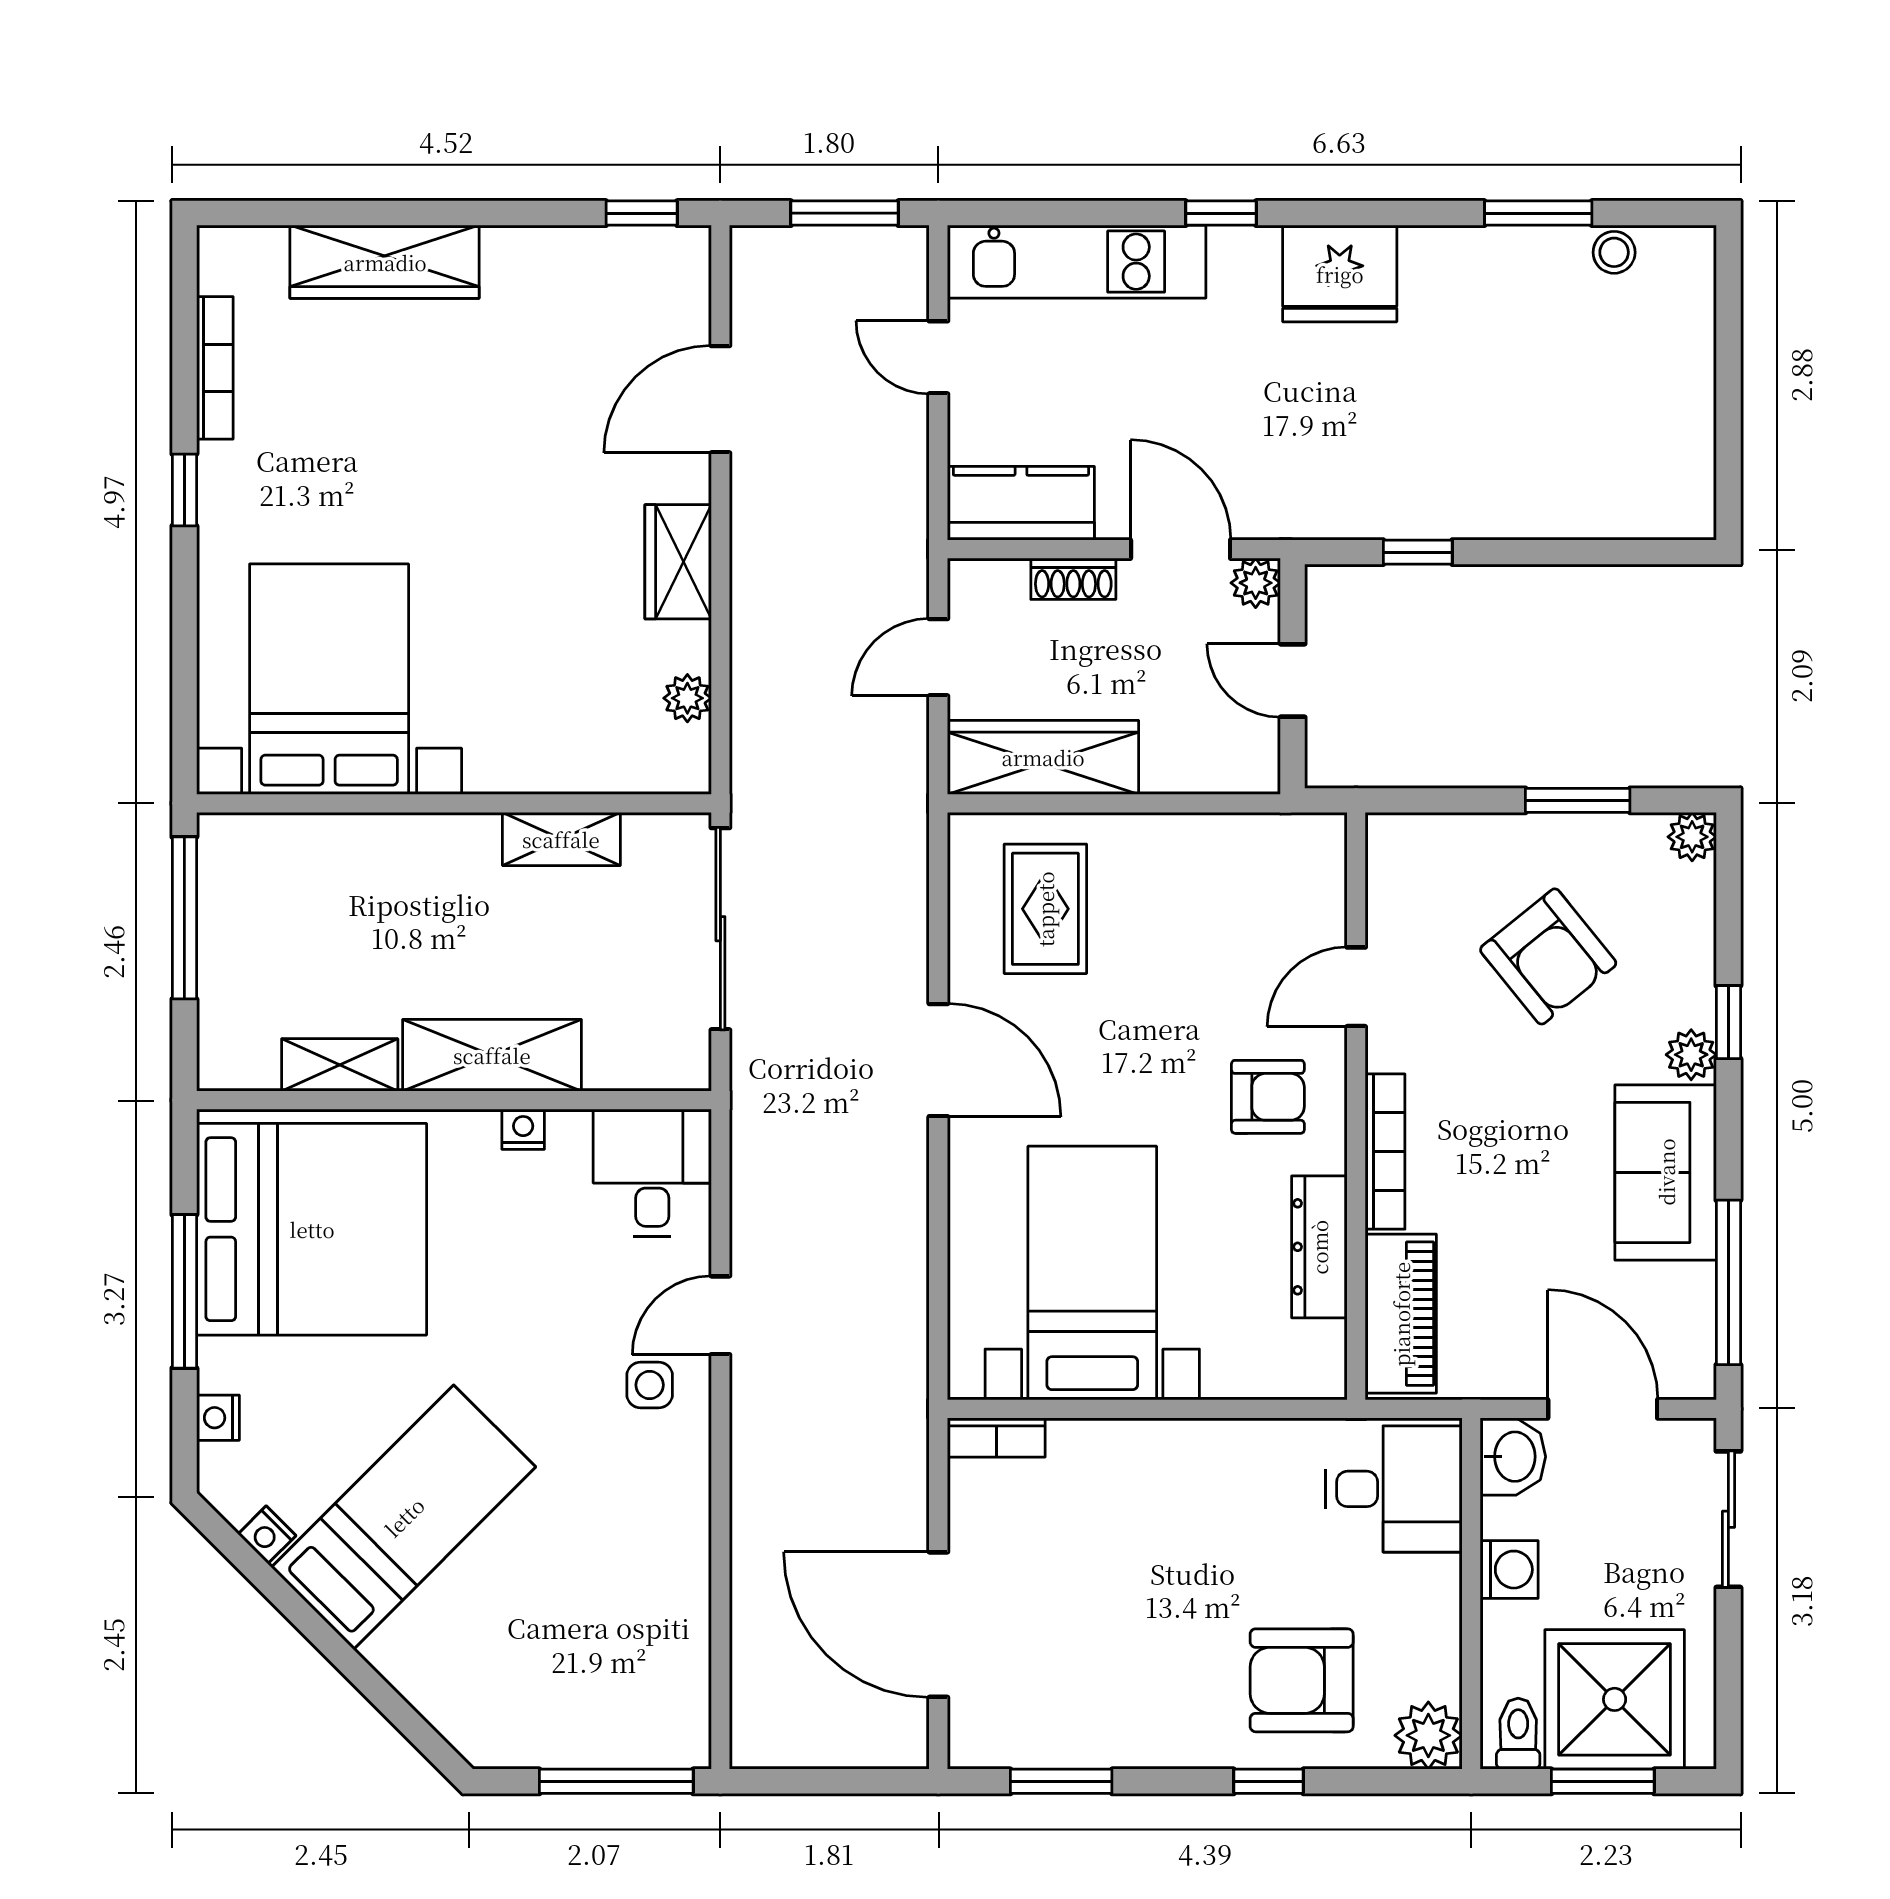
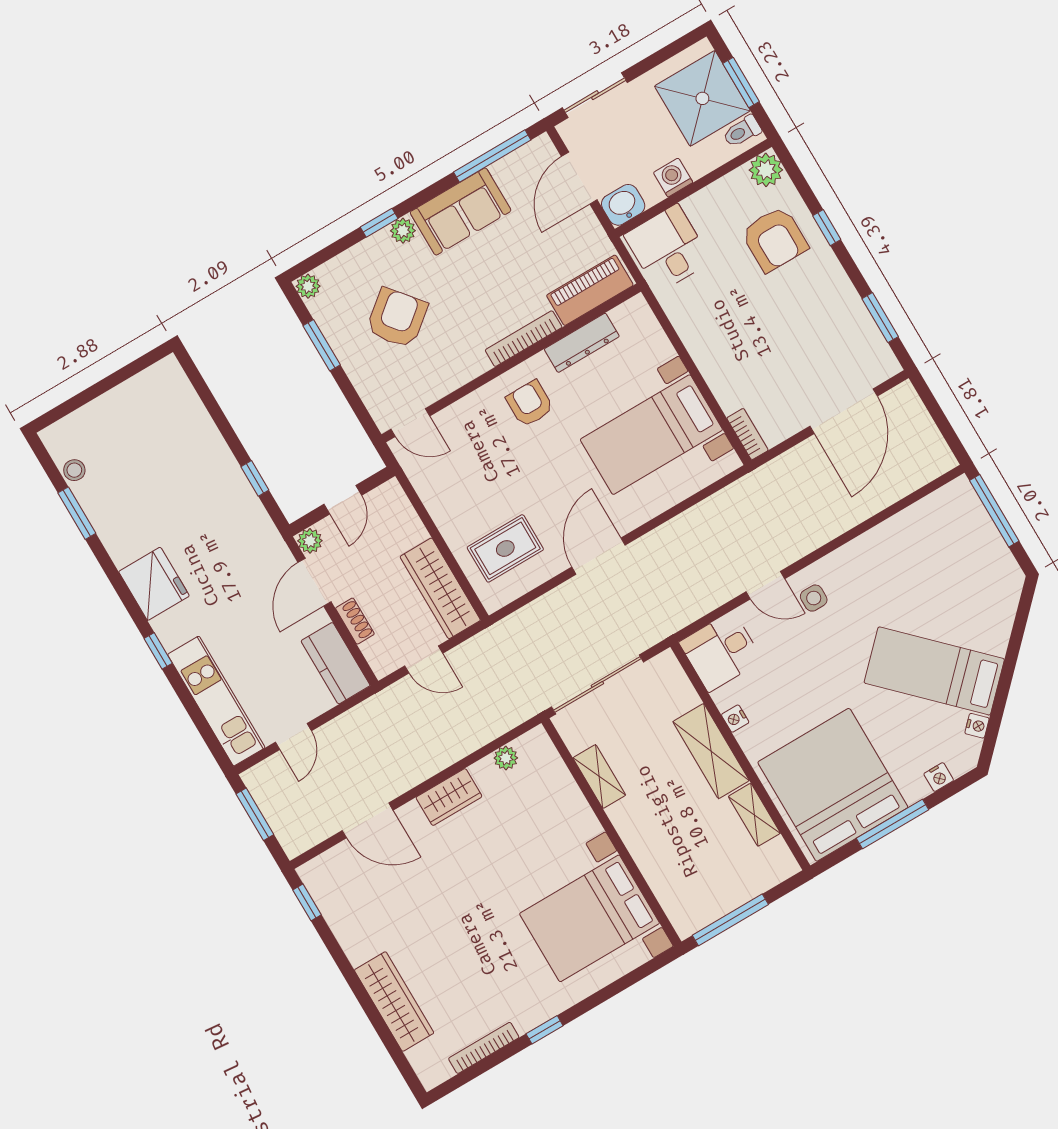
door: (1356, 987) -> (410, 423), moved

